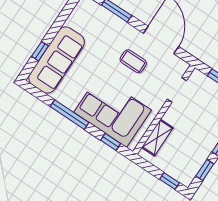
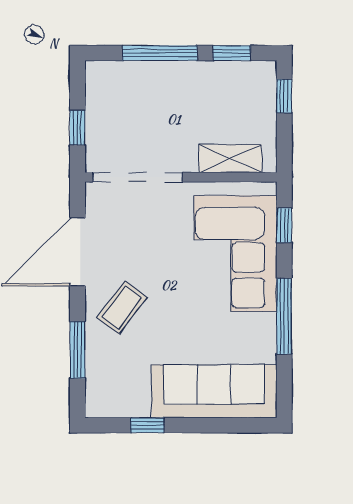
window: (40, 51) -> (147, 425), moved
coffee table: (133, 61) -> (122, 308), moved, turned 37
doorway: (177, 90) -> (138, 177), width x1.88

